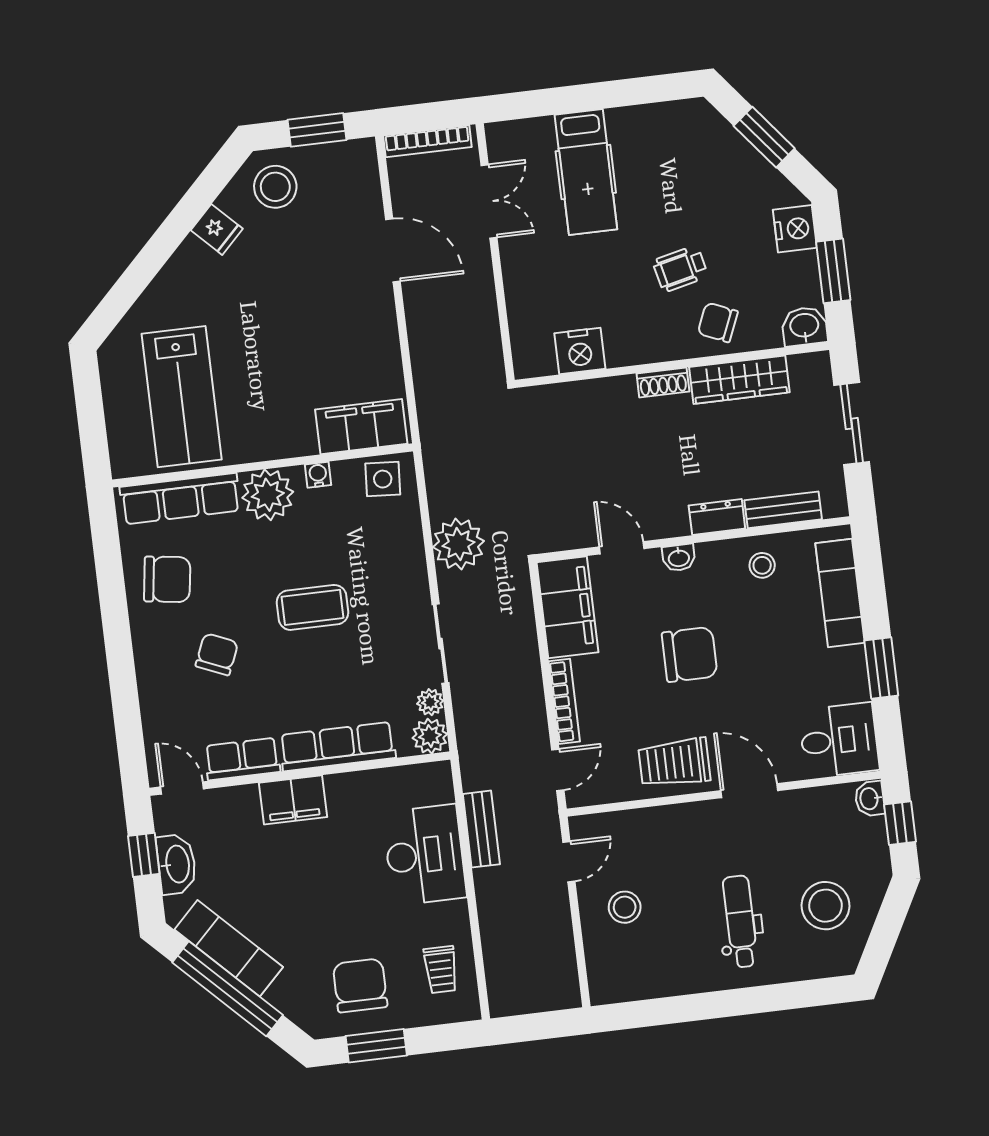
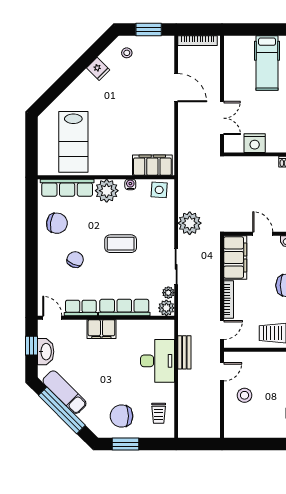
stool: (275, 187) -> (127, 53), width x0.53, depth x0.53
double door: (489, 201) -> (222, 118), moved
chair: (360, 985) -> (121, 416), turned -90

